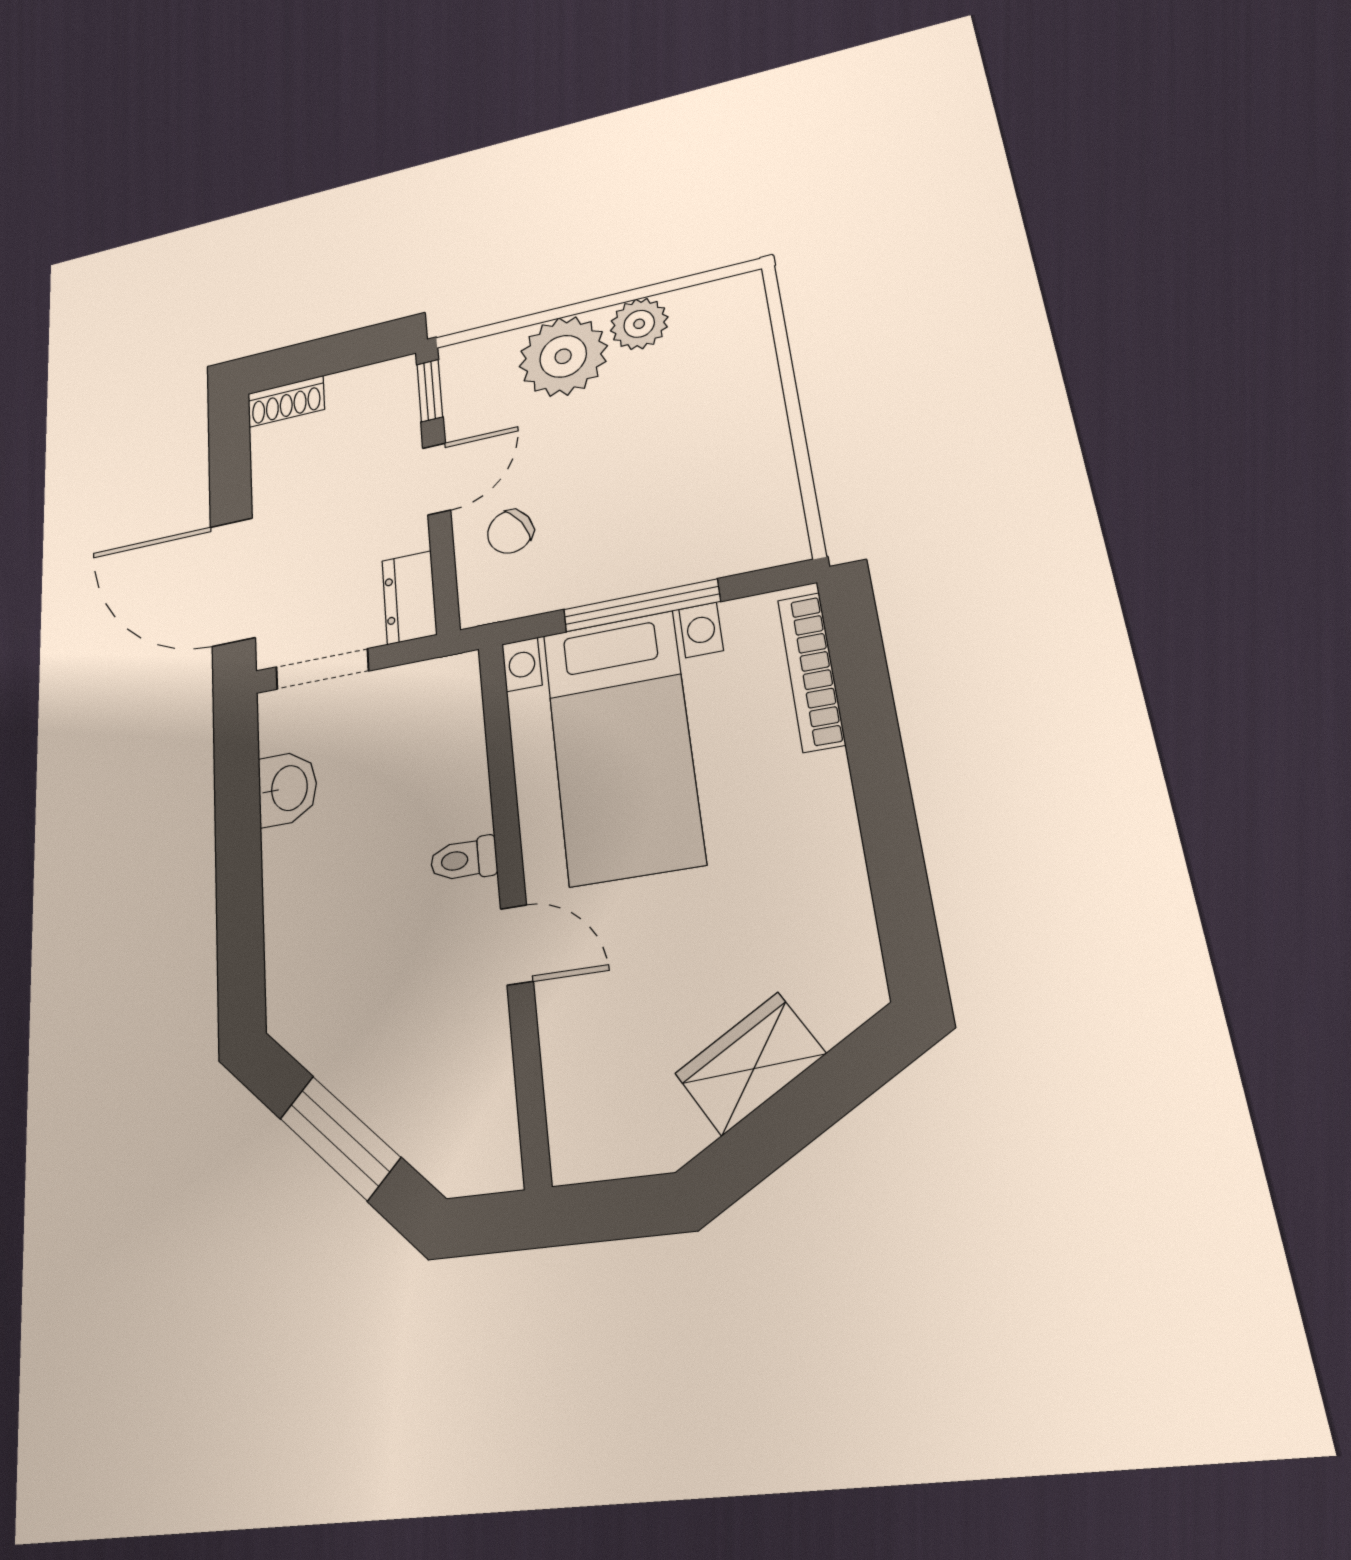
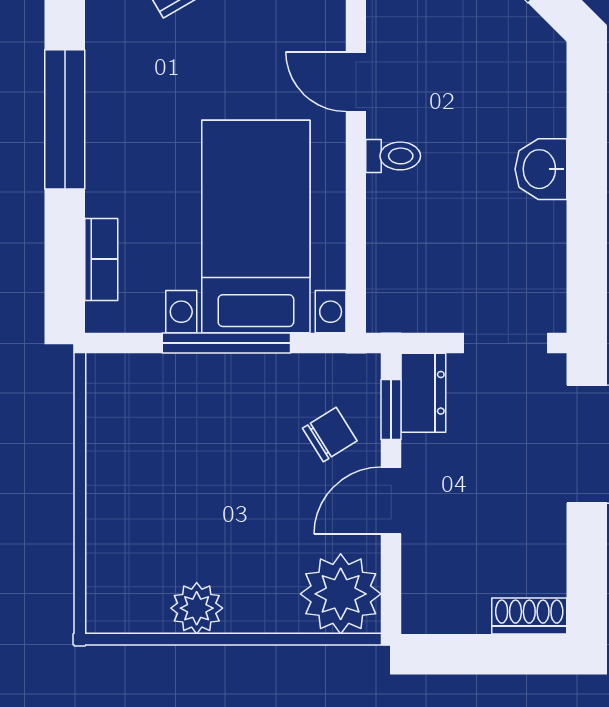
plant: (563, 356) -> (341, 594), moved
window: (430, 391) -> (391, 410), moved
bookcase: (811, 671) -> (101, 259), width x0.64
washbasin: (288, 788) -> (541, 169), moved
window: (890, 837) -> (65, 119), added

